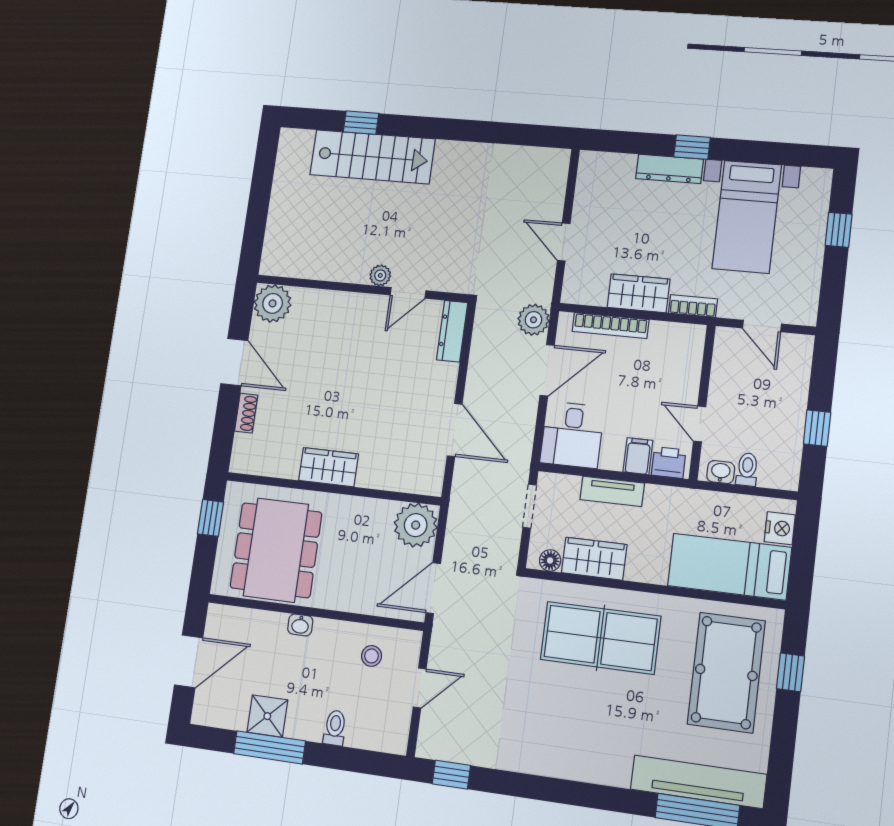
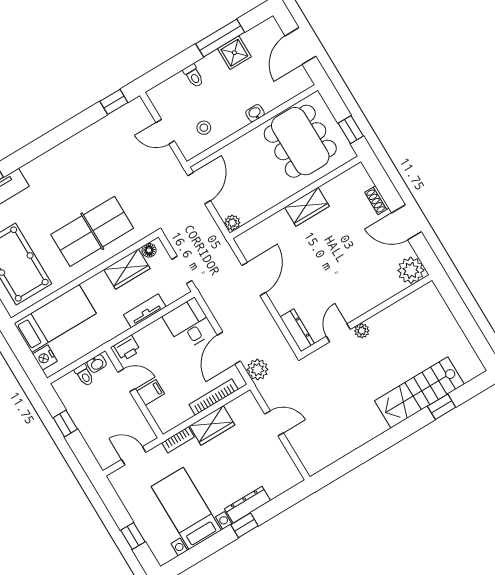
door: (455, 430) -> (254, 279), swing flipped
filing cabinet: (638, 456) -> (151, 393), moved, turned -90
plant: (416, 525) -> (232, 223), width x0.53, depth x0.53
door: (420, 688) -> (165, 132), hinge flipped

